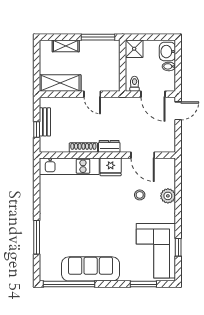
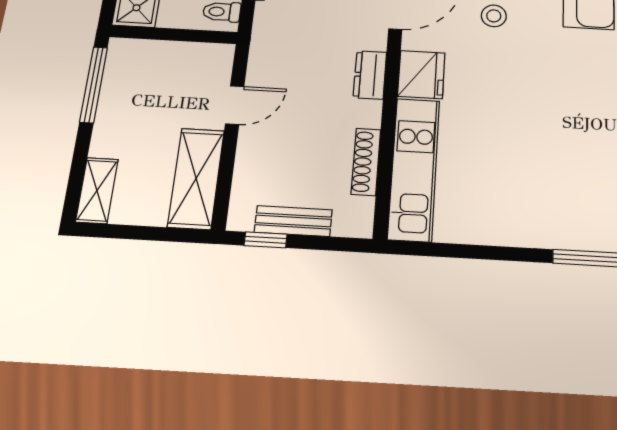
shelving: (66, 46) -> (97, 190), moved
window: (37, 130) -> (266, 240), moved
shoe rack: (83, 148) -> (366, 162), moved

